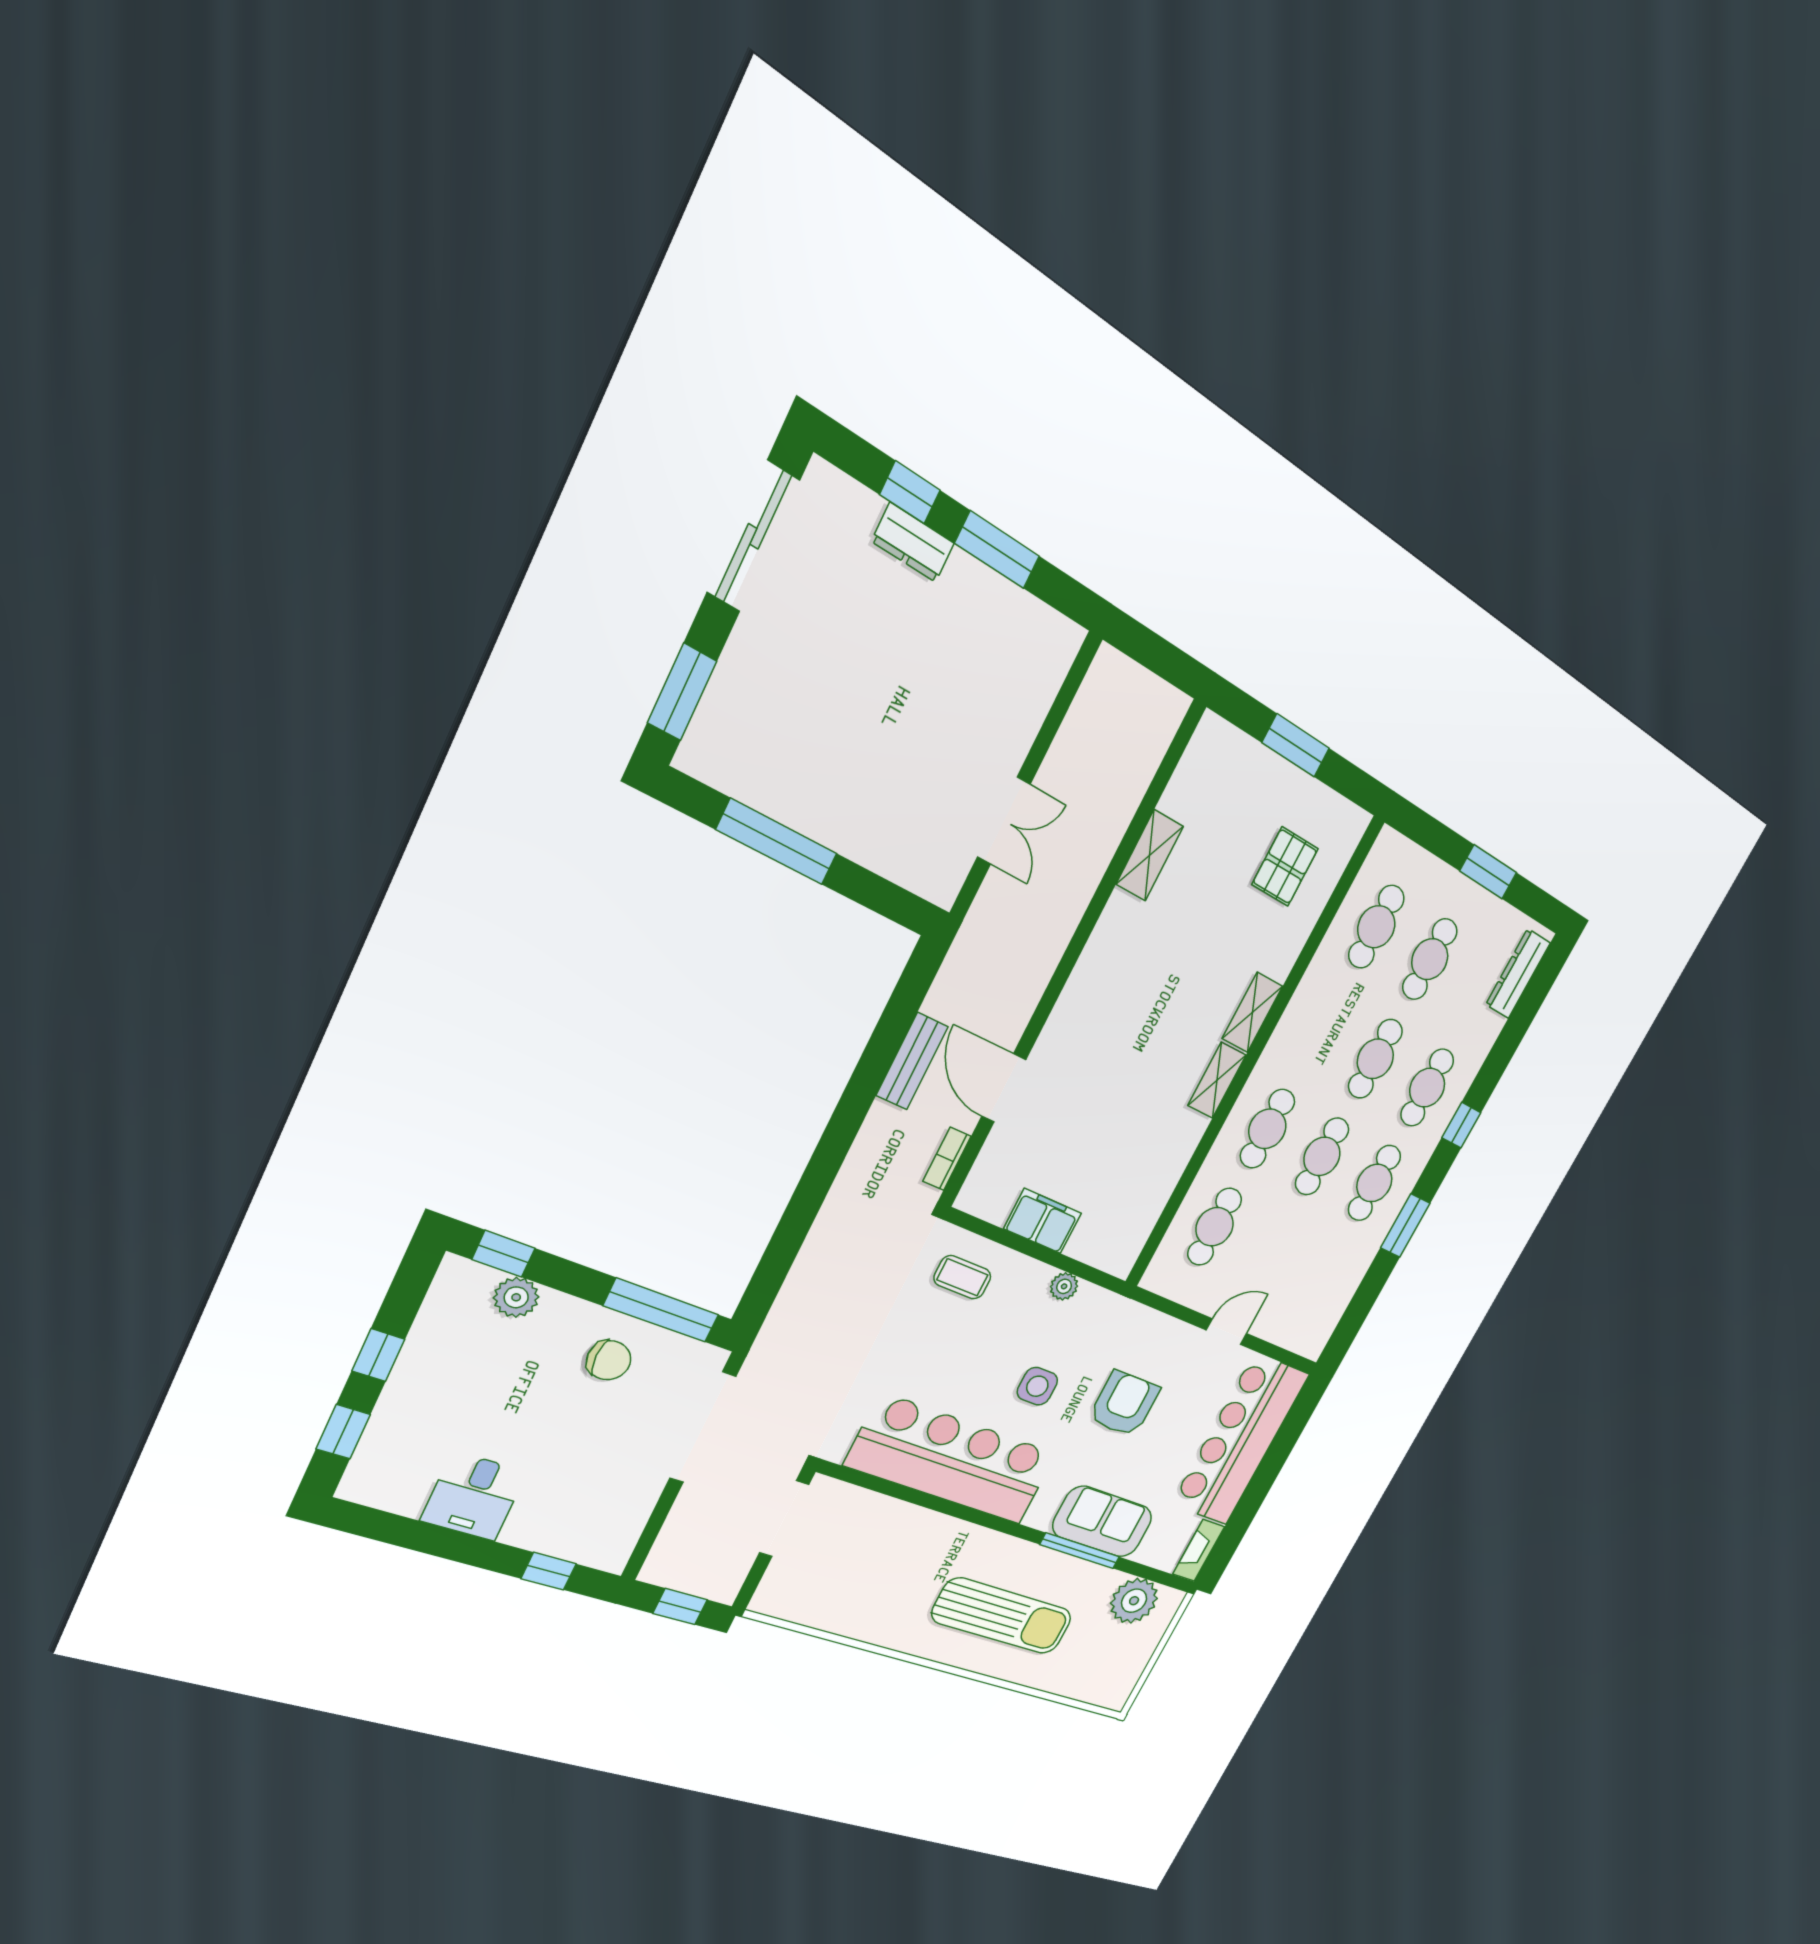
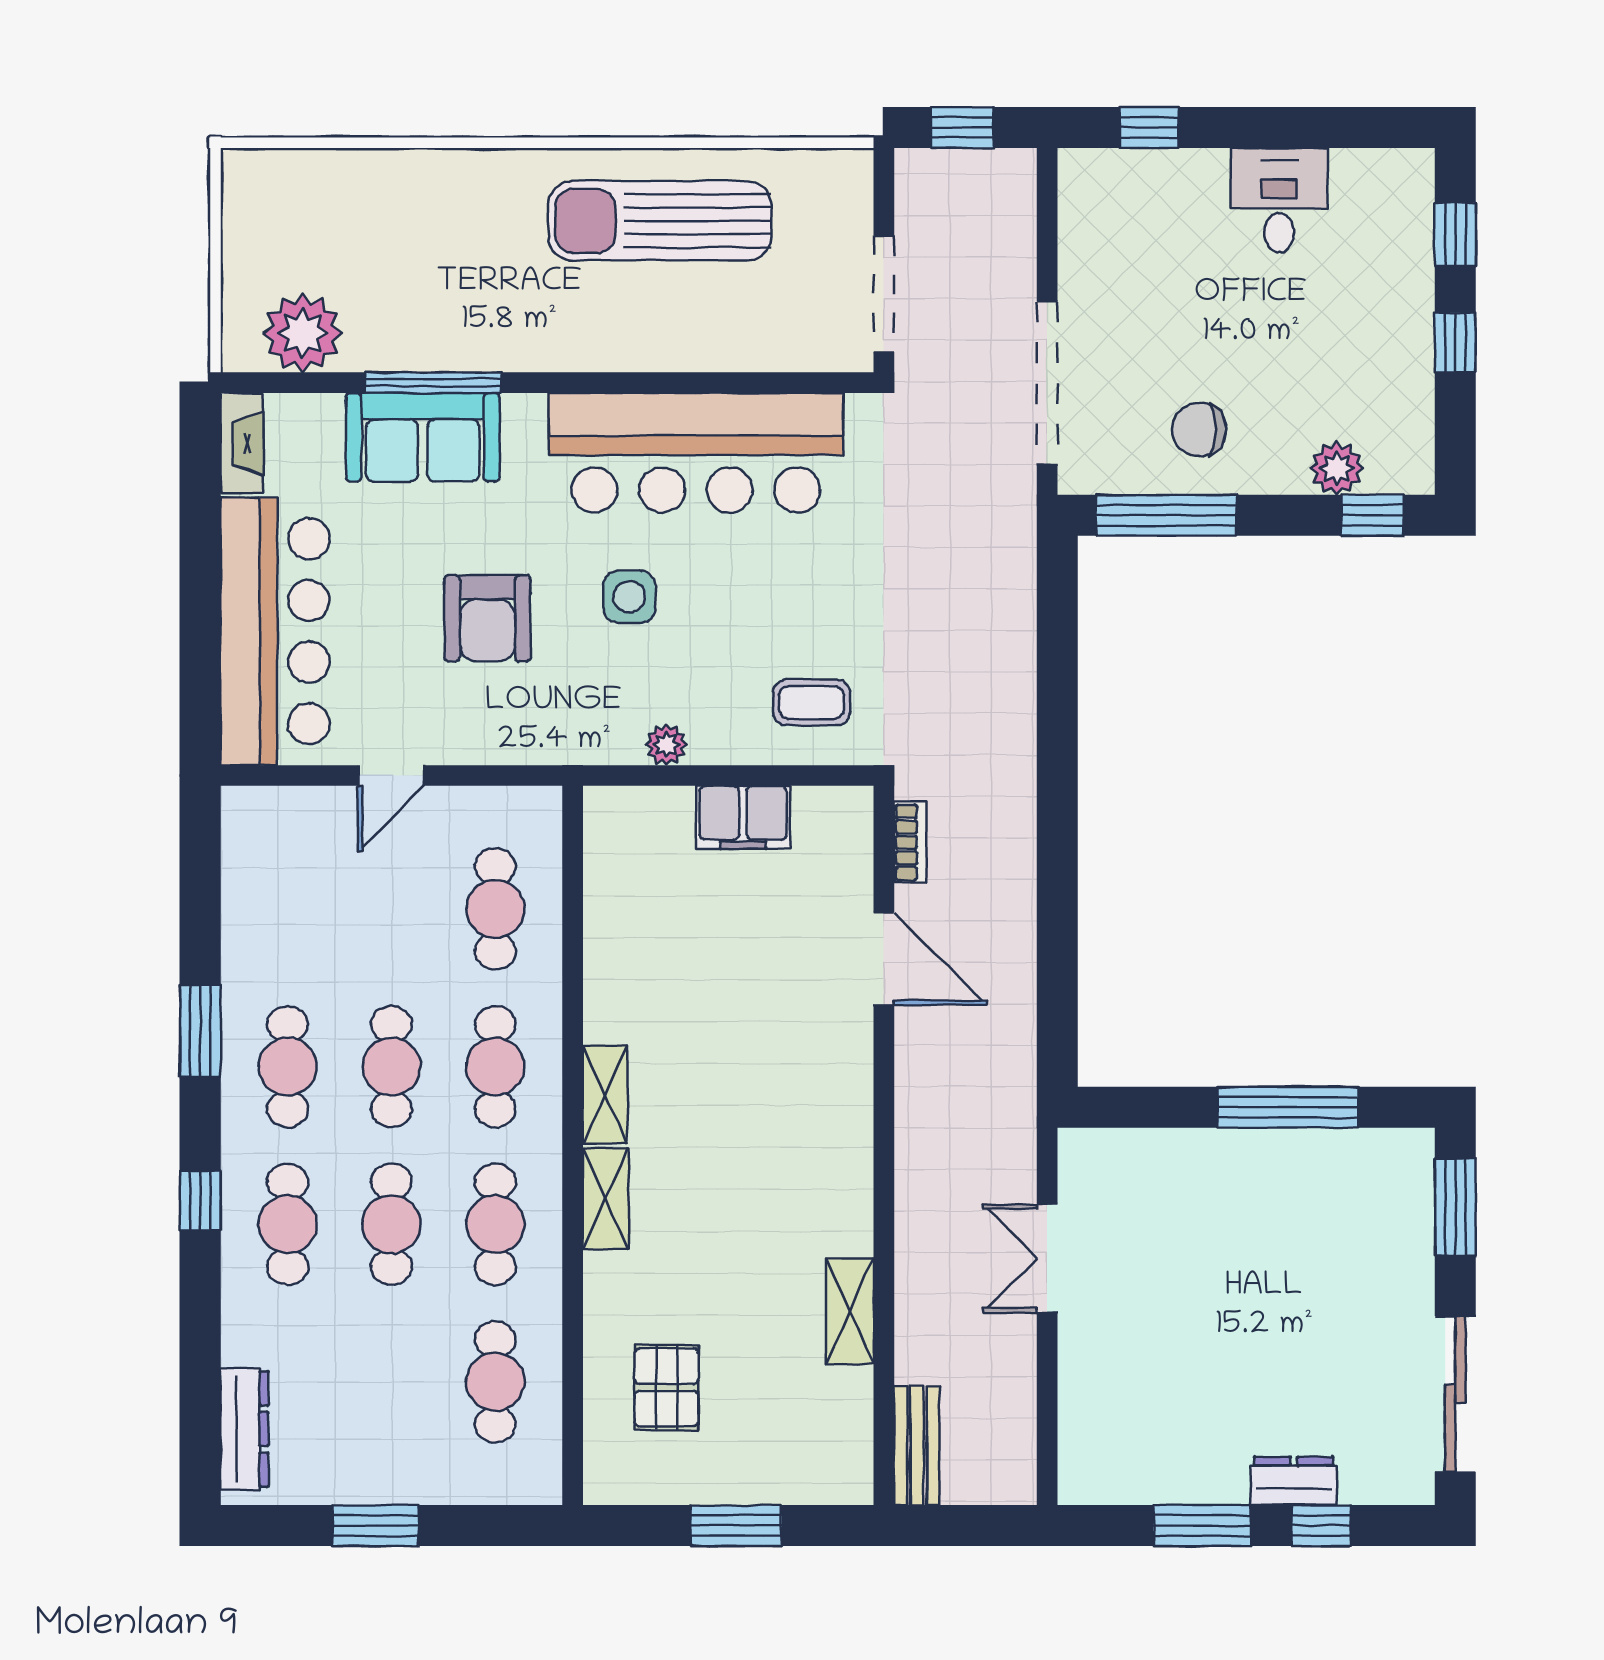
cafe table: (1430, 959) -> (495, 1224), moved
bench: (912, 1061) -> (917, 1445), moved
sun lounger: (1002, 1616) -> (660, 221), moved

